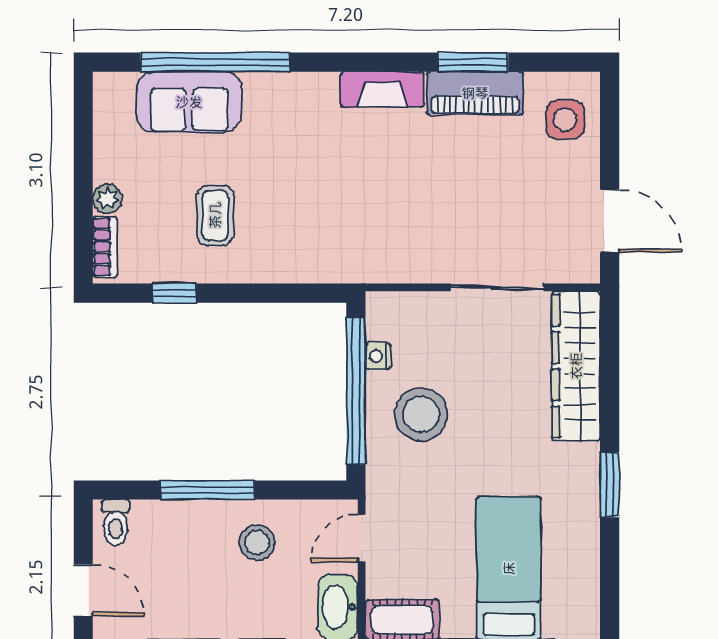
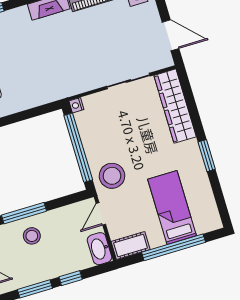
nightstand: (378, 356) -> (76, 105), moved
stool: (421, 414) -> (112, 176), moved
stool: (257, 542) -> (32, 236), moved

